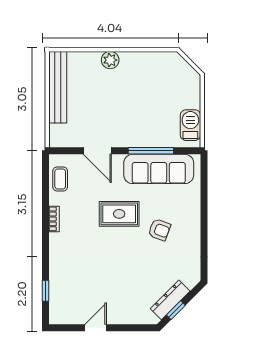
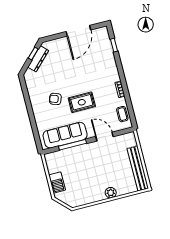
barbecue: (190, 125) -> (57, 182), moved
door: (96, 328) -> (78, 31), width x1.87

